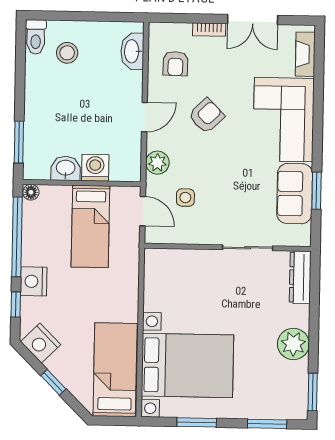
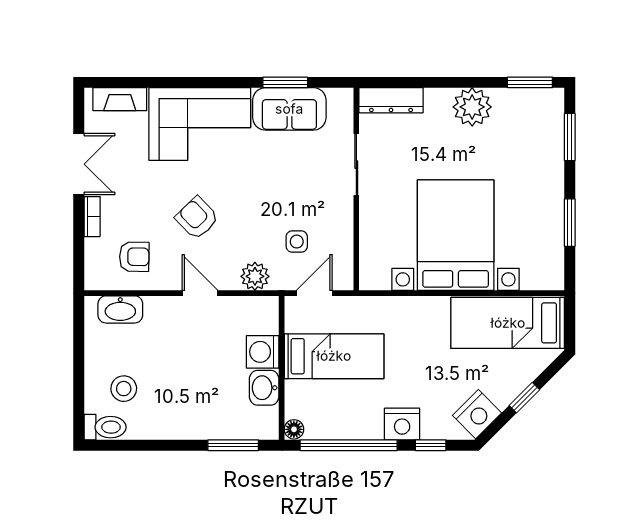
bed with nightstands: (187, 365) -> (456, 235), moved

